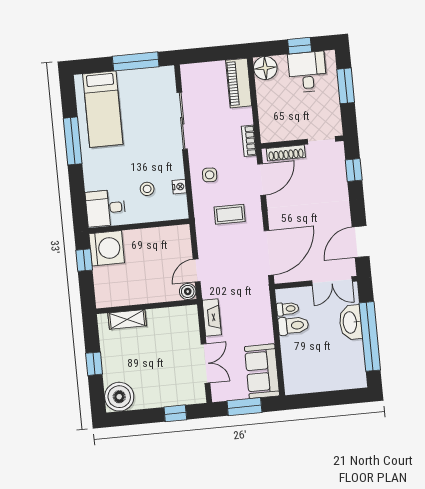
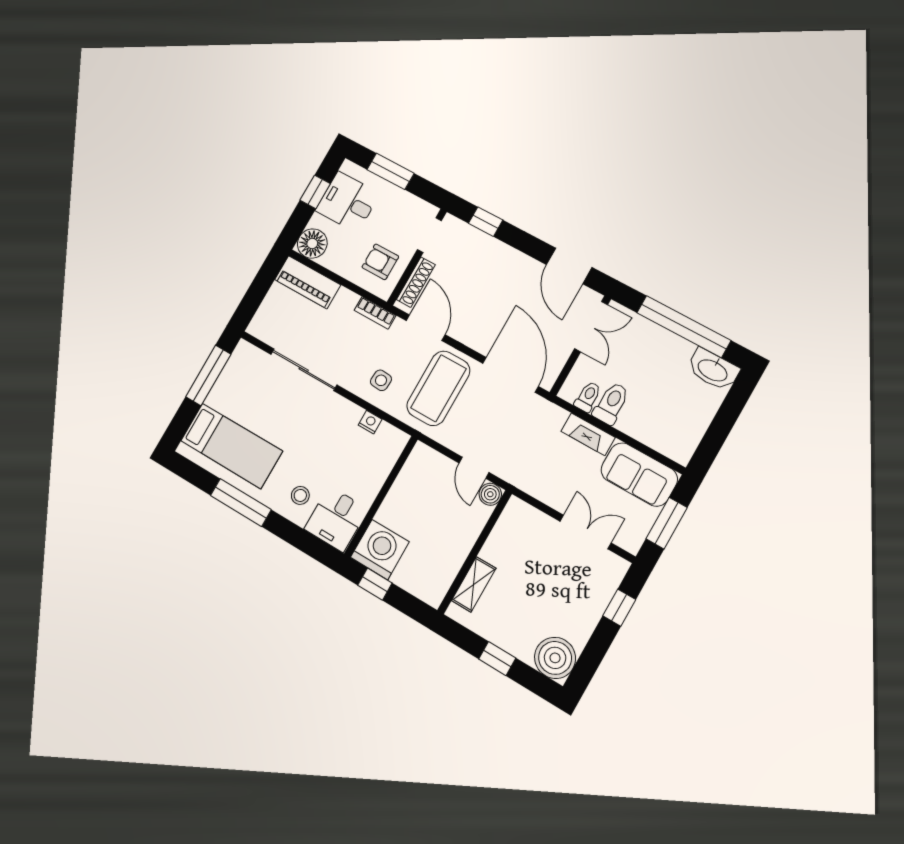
armchair: (283, 121) -> (380, 262), added
stool: (147, 189) -> (300, 495), moved
coffee table: (230, 214) -> (438, 388), width x1.86, depth x1.72
fireplace: (212, 318) -> (588, 434), moved, turned 180
washbasin: (351, 322) -> (713, 370), moved

